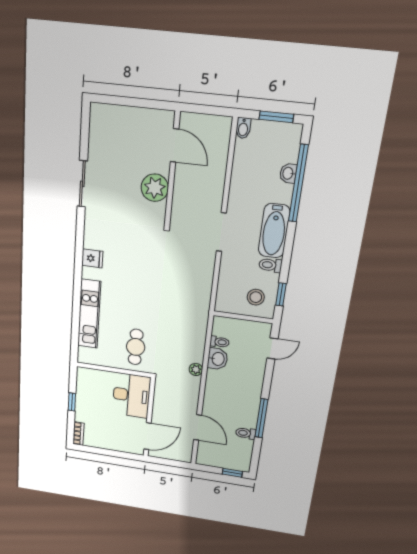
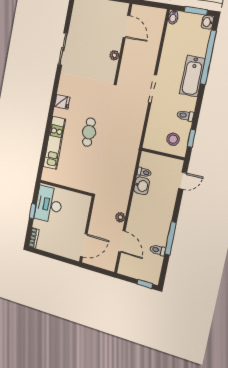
washbasin: (288, 173) -> (207, 22), moved
plant: (155, 188) -> (114, 55), width x0.53, depth x0.53
bathtub: (274, 231) -> (192, 76), moved
cafe table: (136, 347) -> (89, 132), moved
plant: (196, 369) -> (120, 217), moved
desk: (131, 395) -> (49, 205), moved, turned 180

